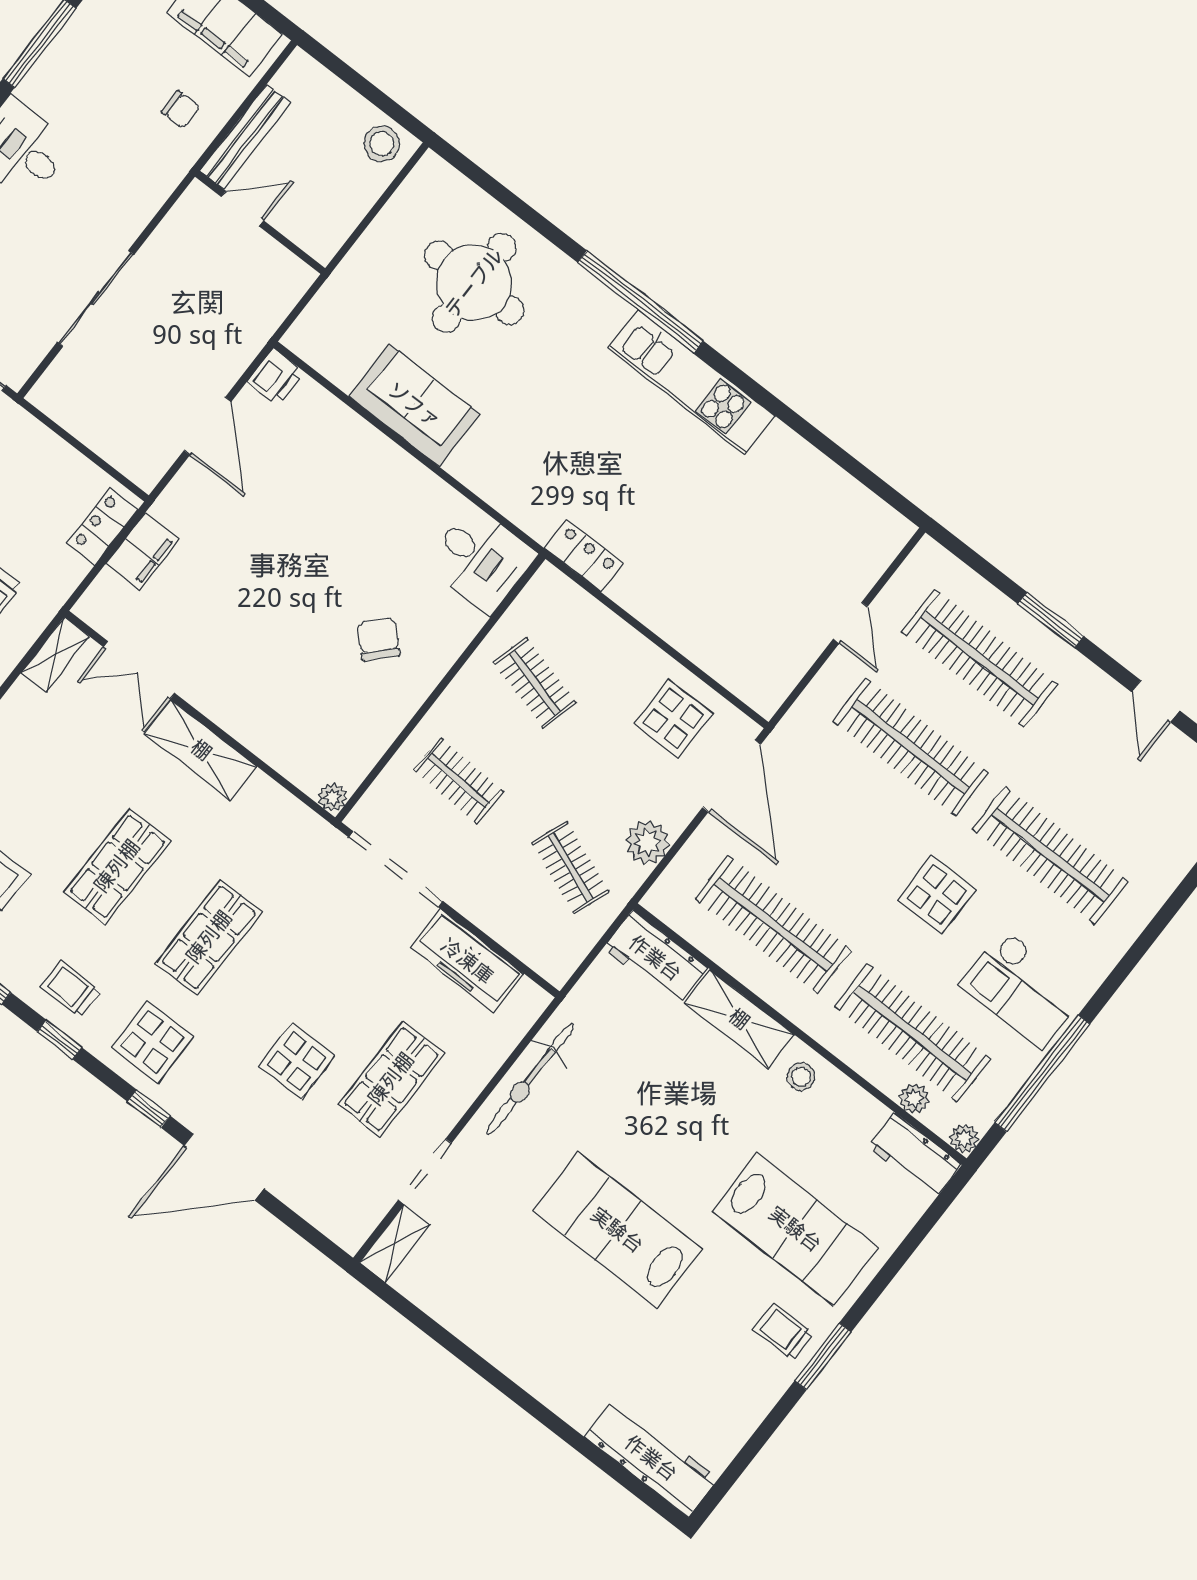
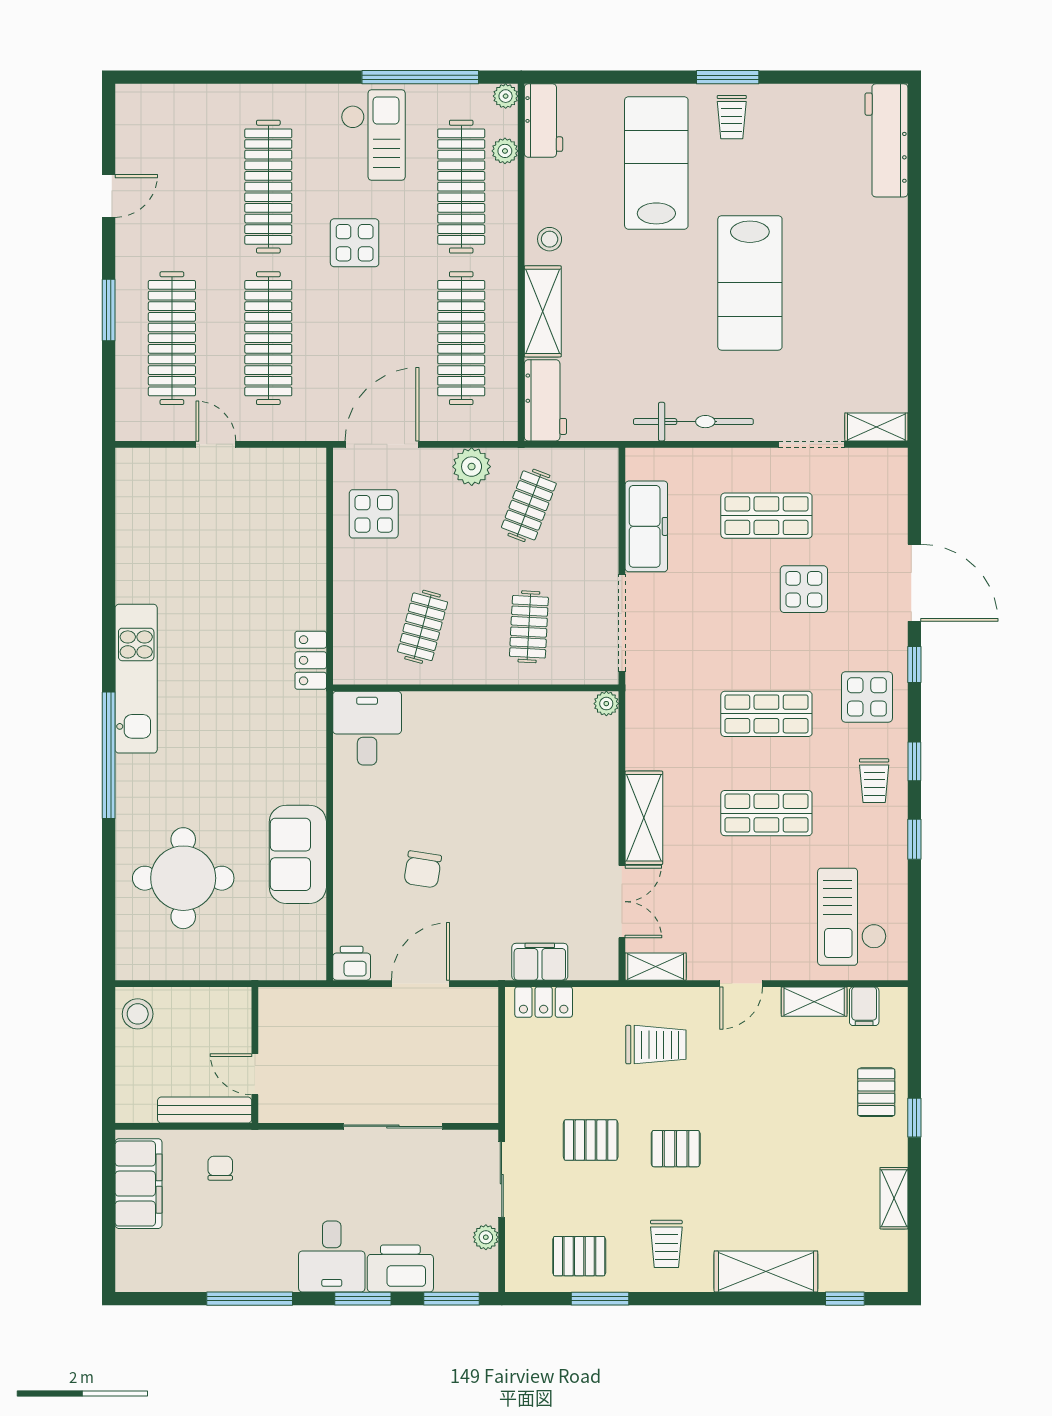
door: (850, 623) -> (216, 444), hinge flipped
chair: (379, 639) -> (423, 869), moved, turned -35

